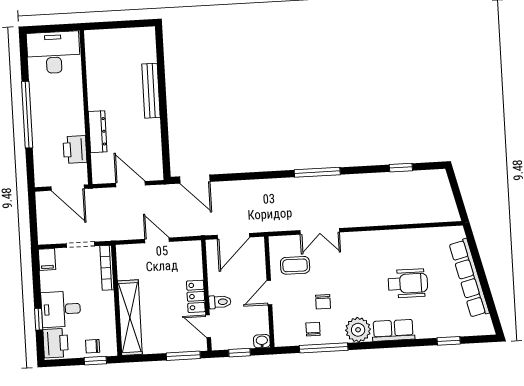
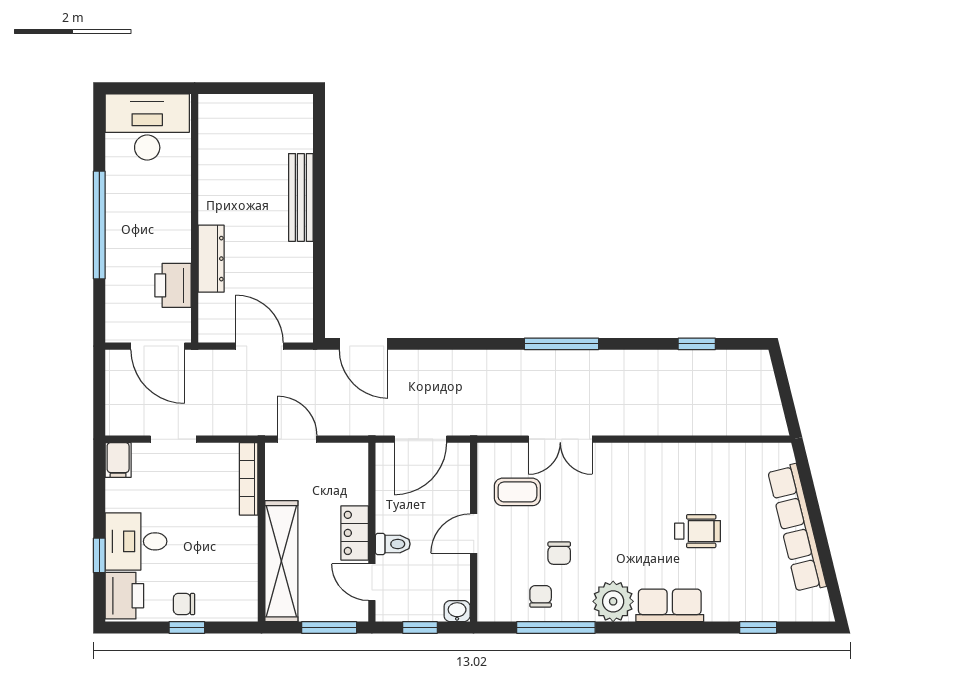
bookcase: (107, 268) -> (249, 479), moved
wheelchair: (408, 283) -> (698, 531), width x0.73, depth x0.73
wall: (117, 300) -> (261, 532), moved
shelving: (130, 318) -> (281, 561), moved

